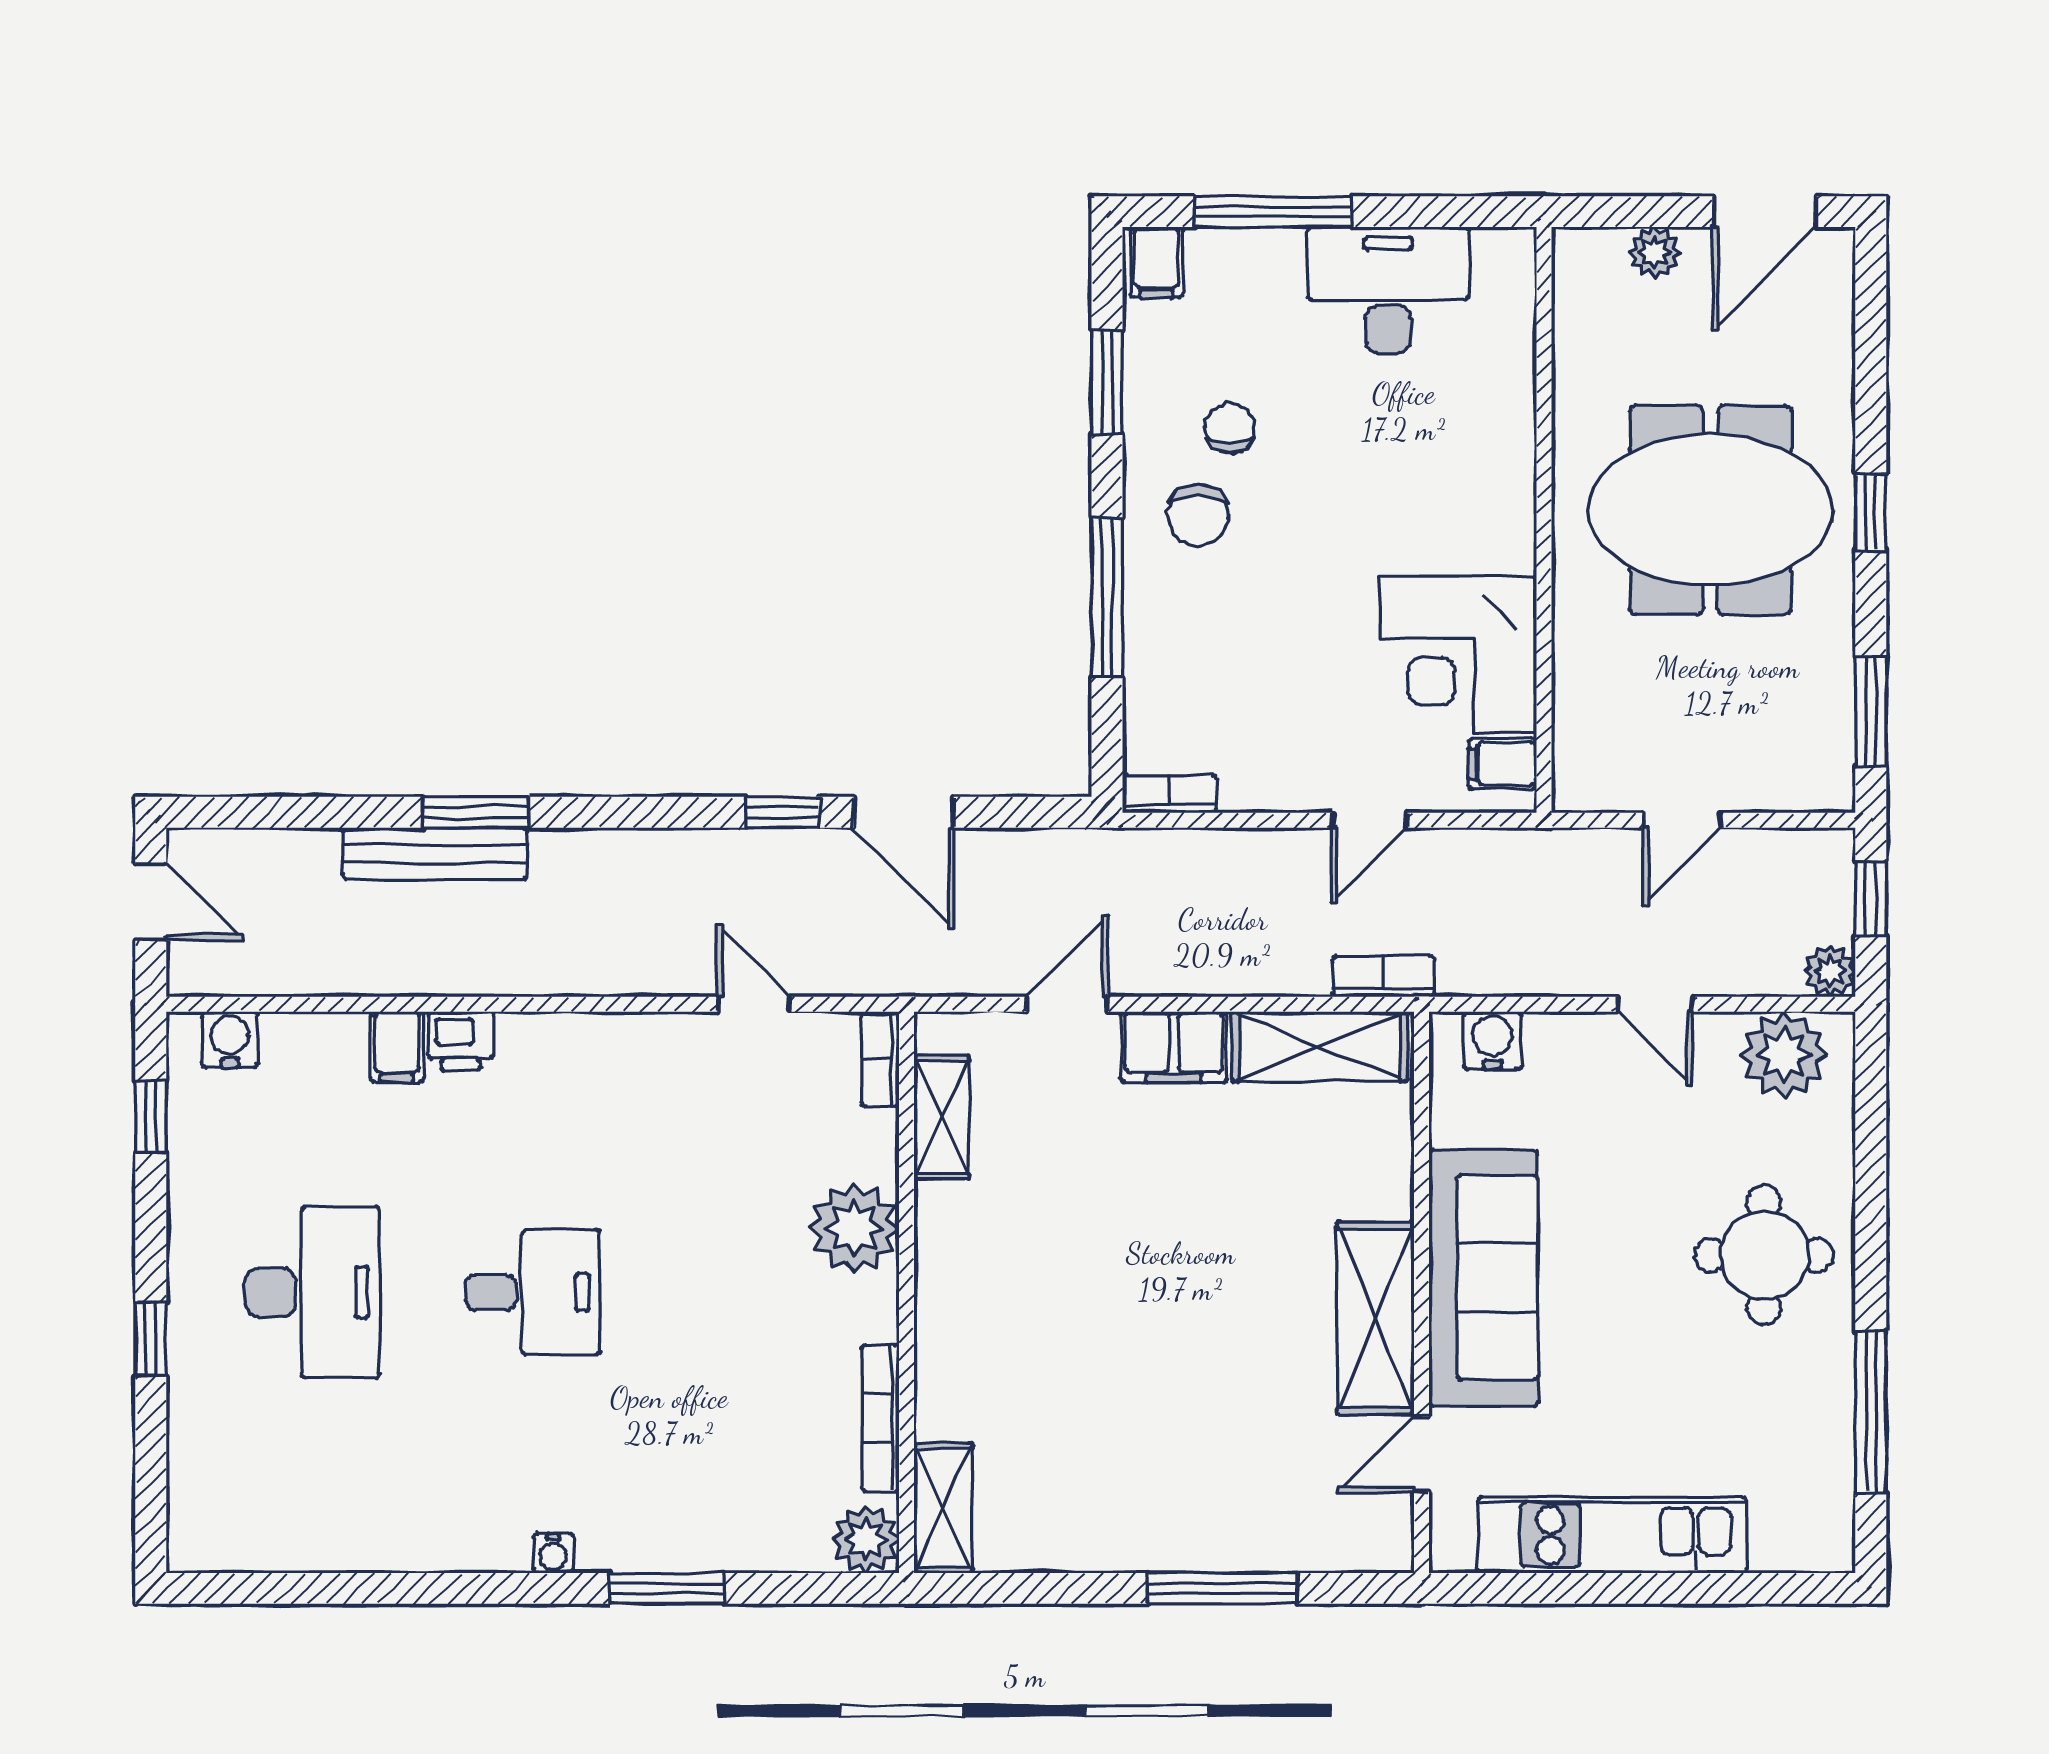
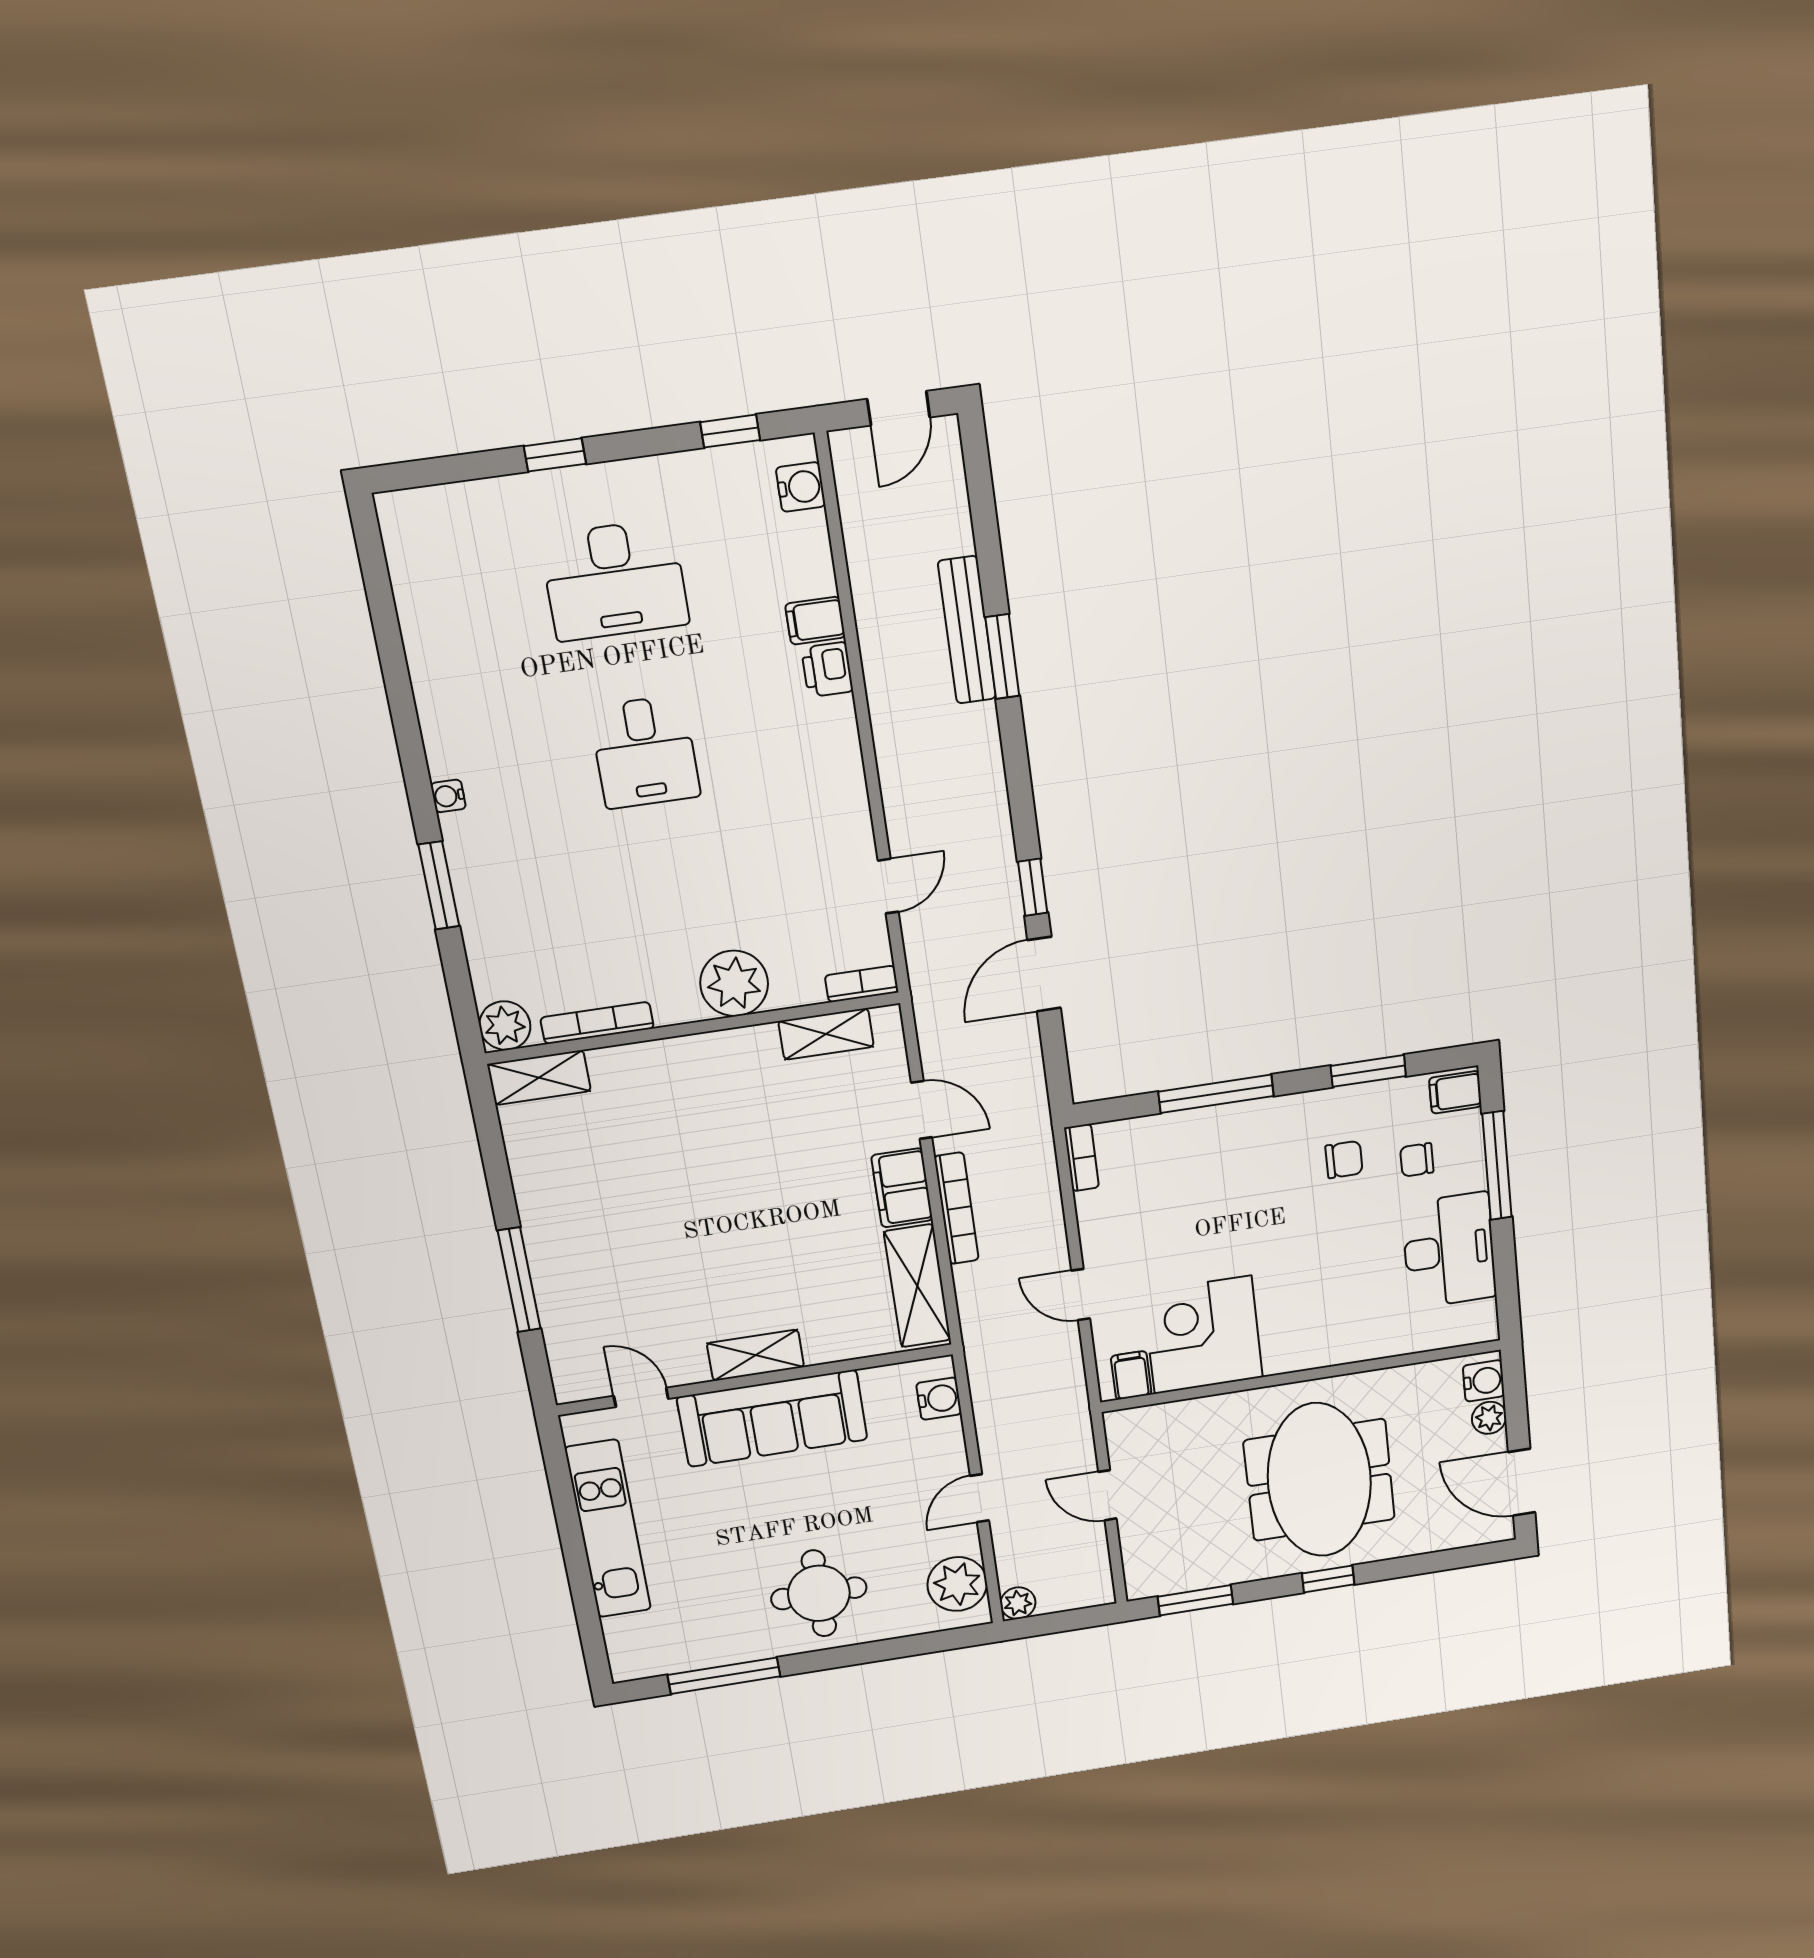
water cooler: (1596, 256) -> (1484, 1381), added
chair: (1198, 515) -> (1417, 1160), moved, width x0.73, depth x0.73
window: (1871, 899) -> (1070, 1620), removed
bookcase: (1383, 976) -> (956, 1208), moved, width x1.56
shelving: (1375, 1318) -> (756, 1355), width x0.67, depth x0.75

